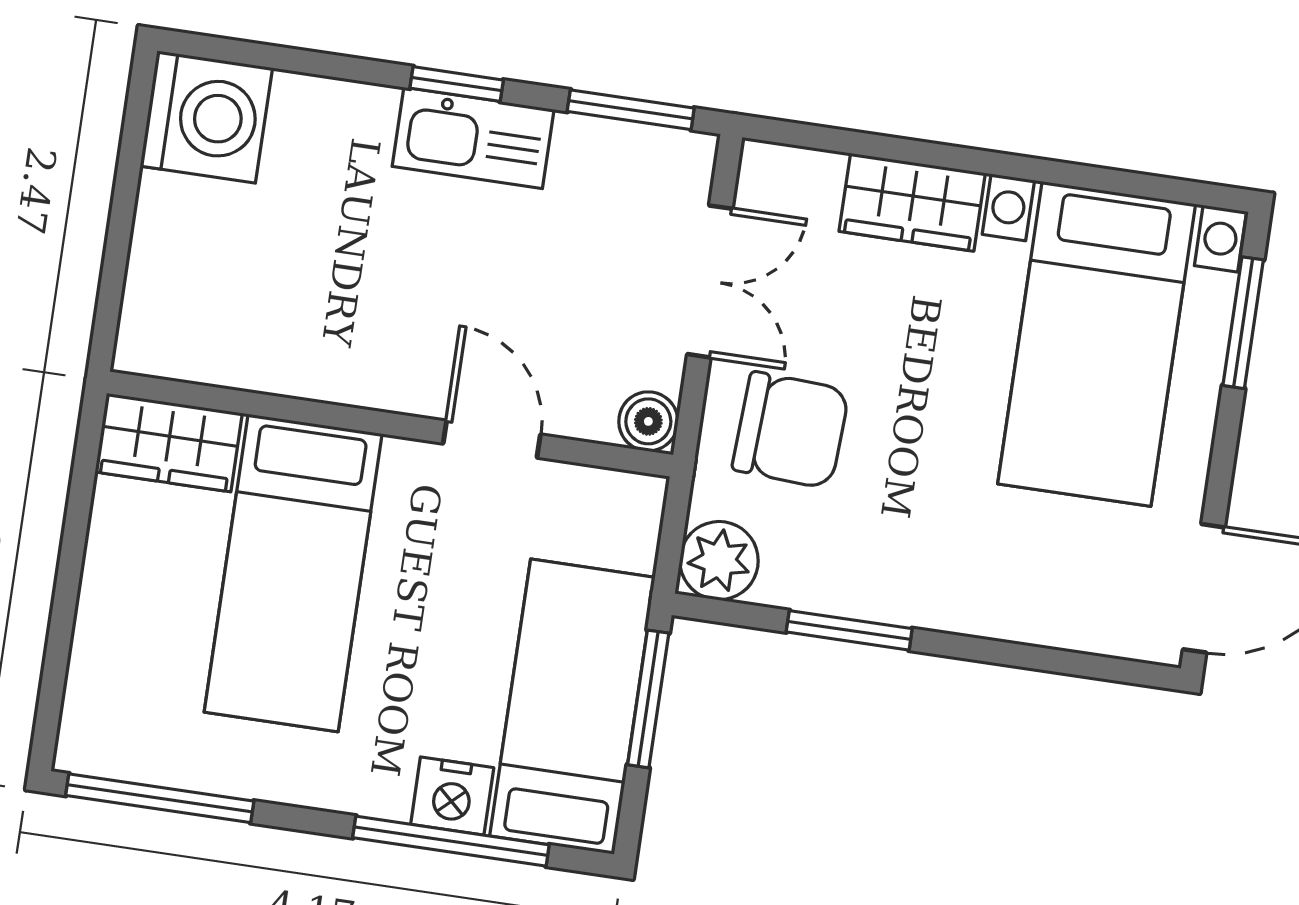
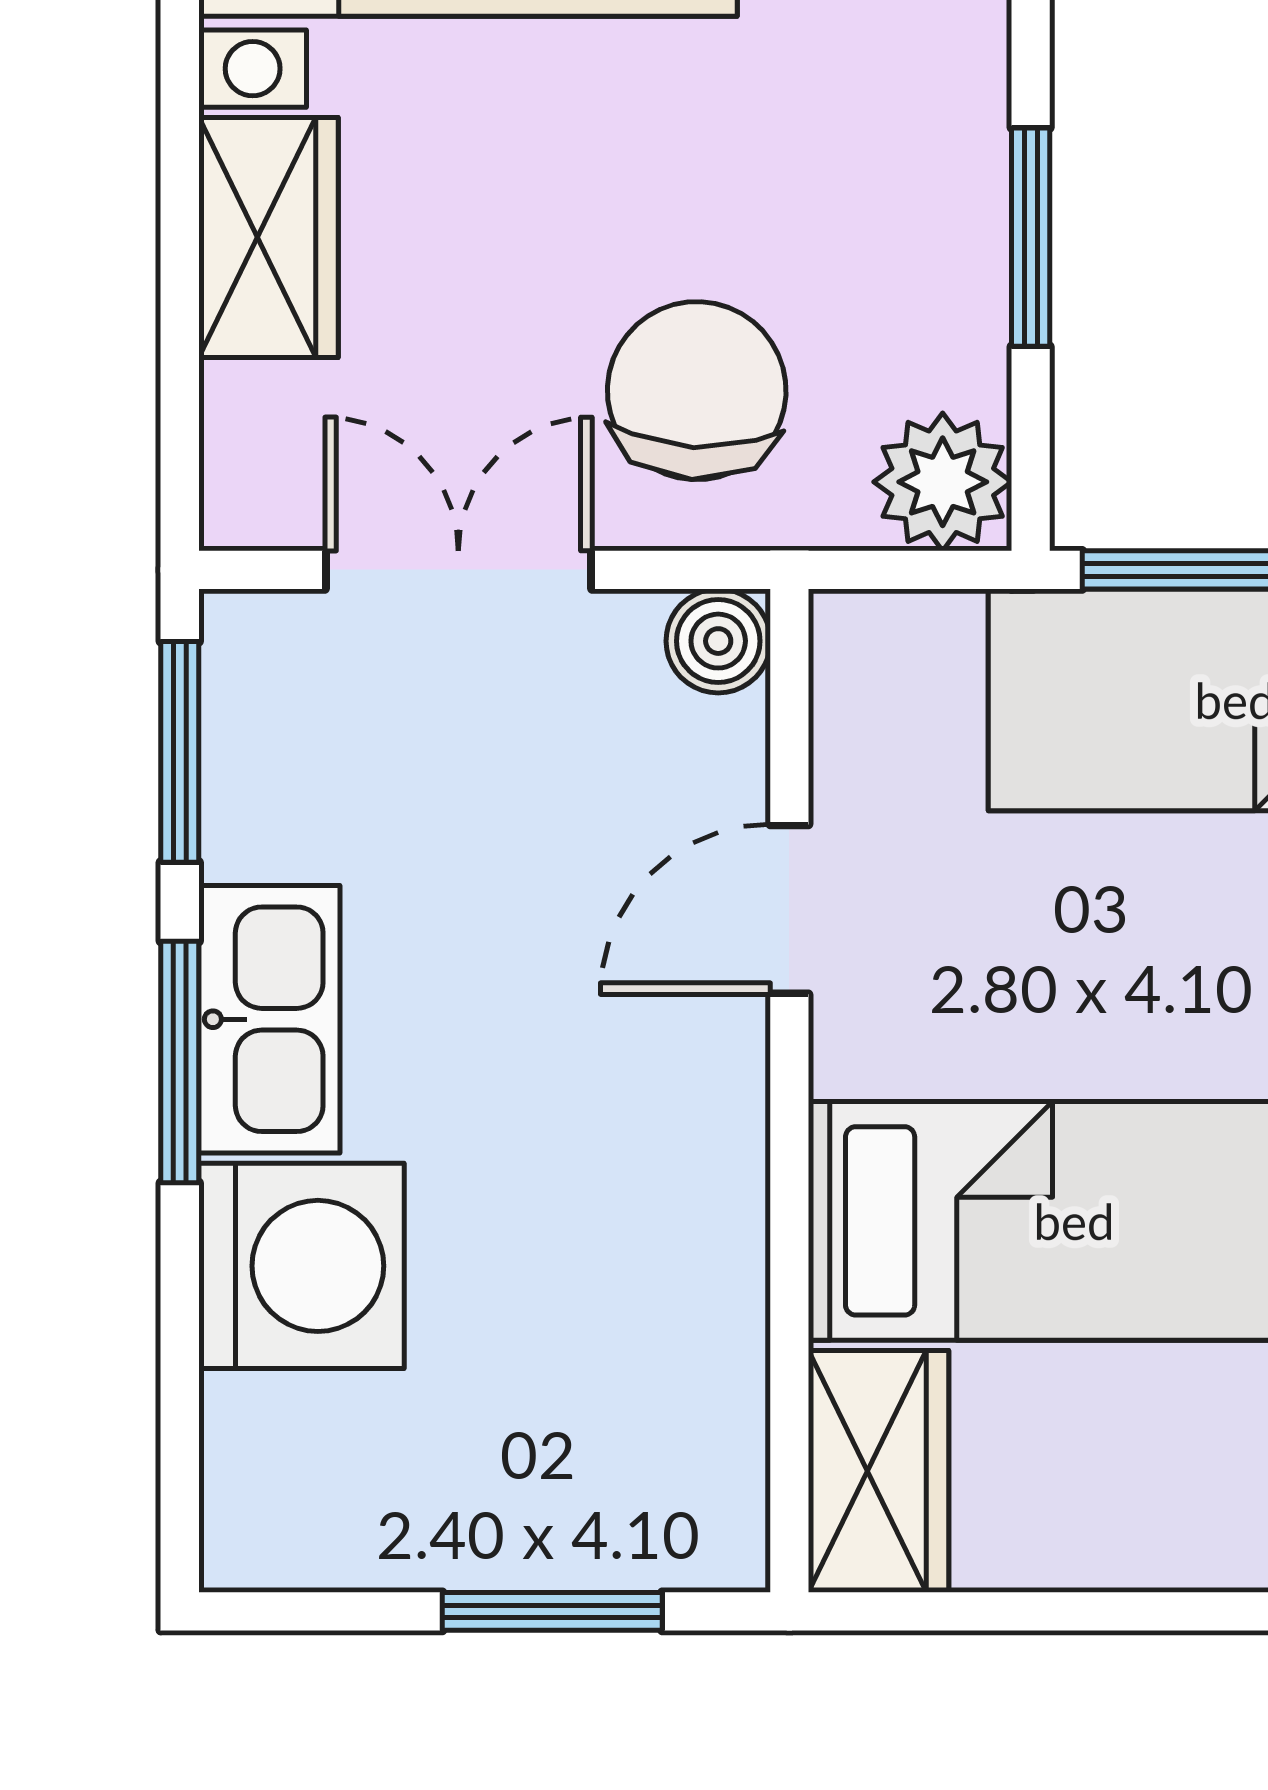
window: (457, 84) -> (180, 1062), width x1.50
washing machine: (206, 117) -> (301, 1266), moved, turned 90
window: (117, 248) -> (552, 1611), added

